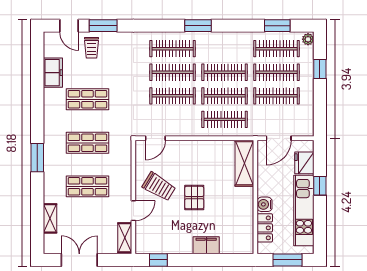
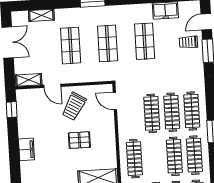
clothes rail: (225, 96) -> (194, 155), moved
pallet: (194, 198) -> (79, 140), moved

